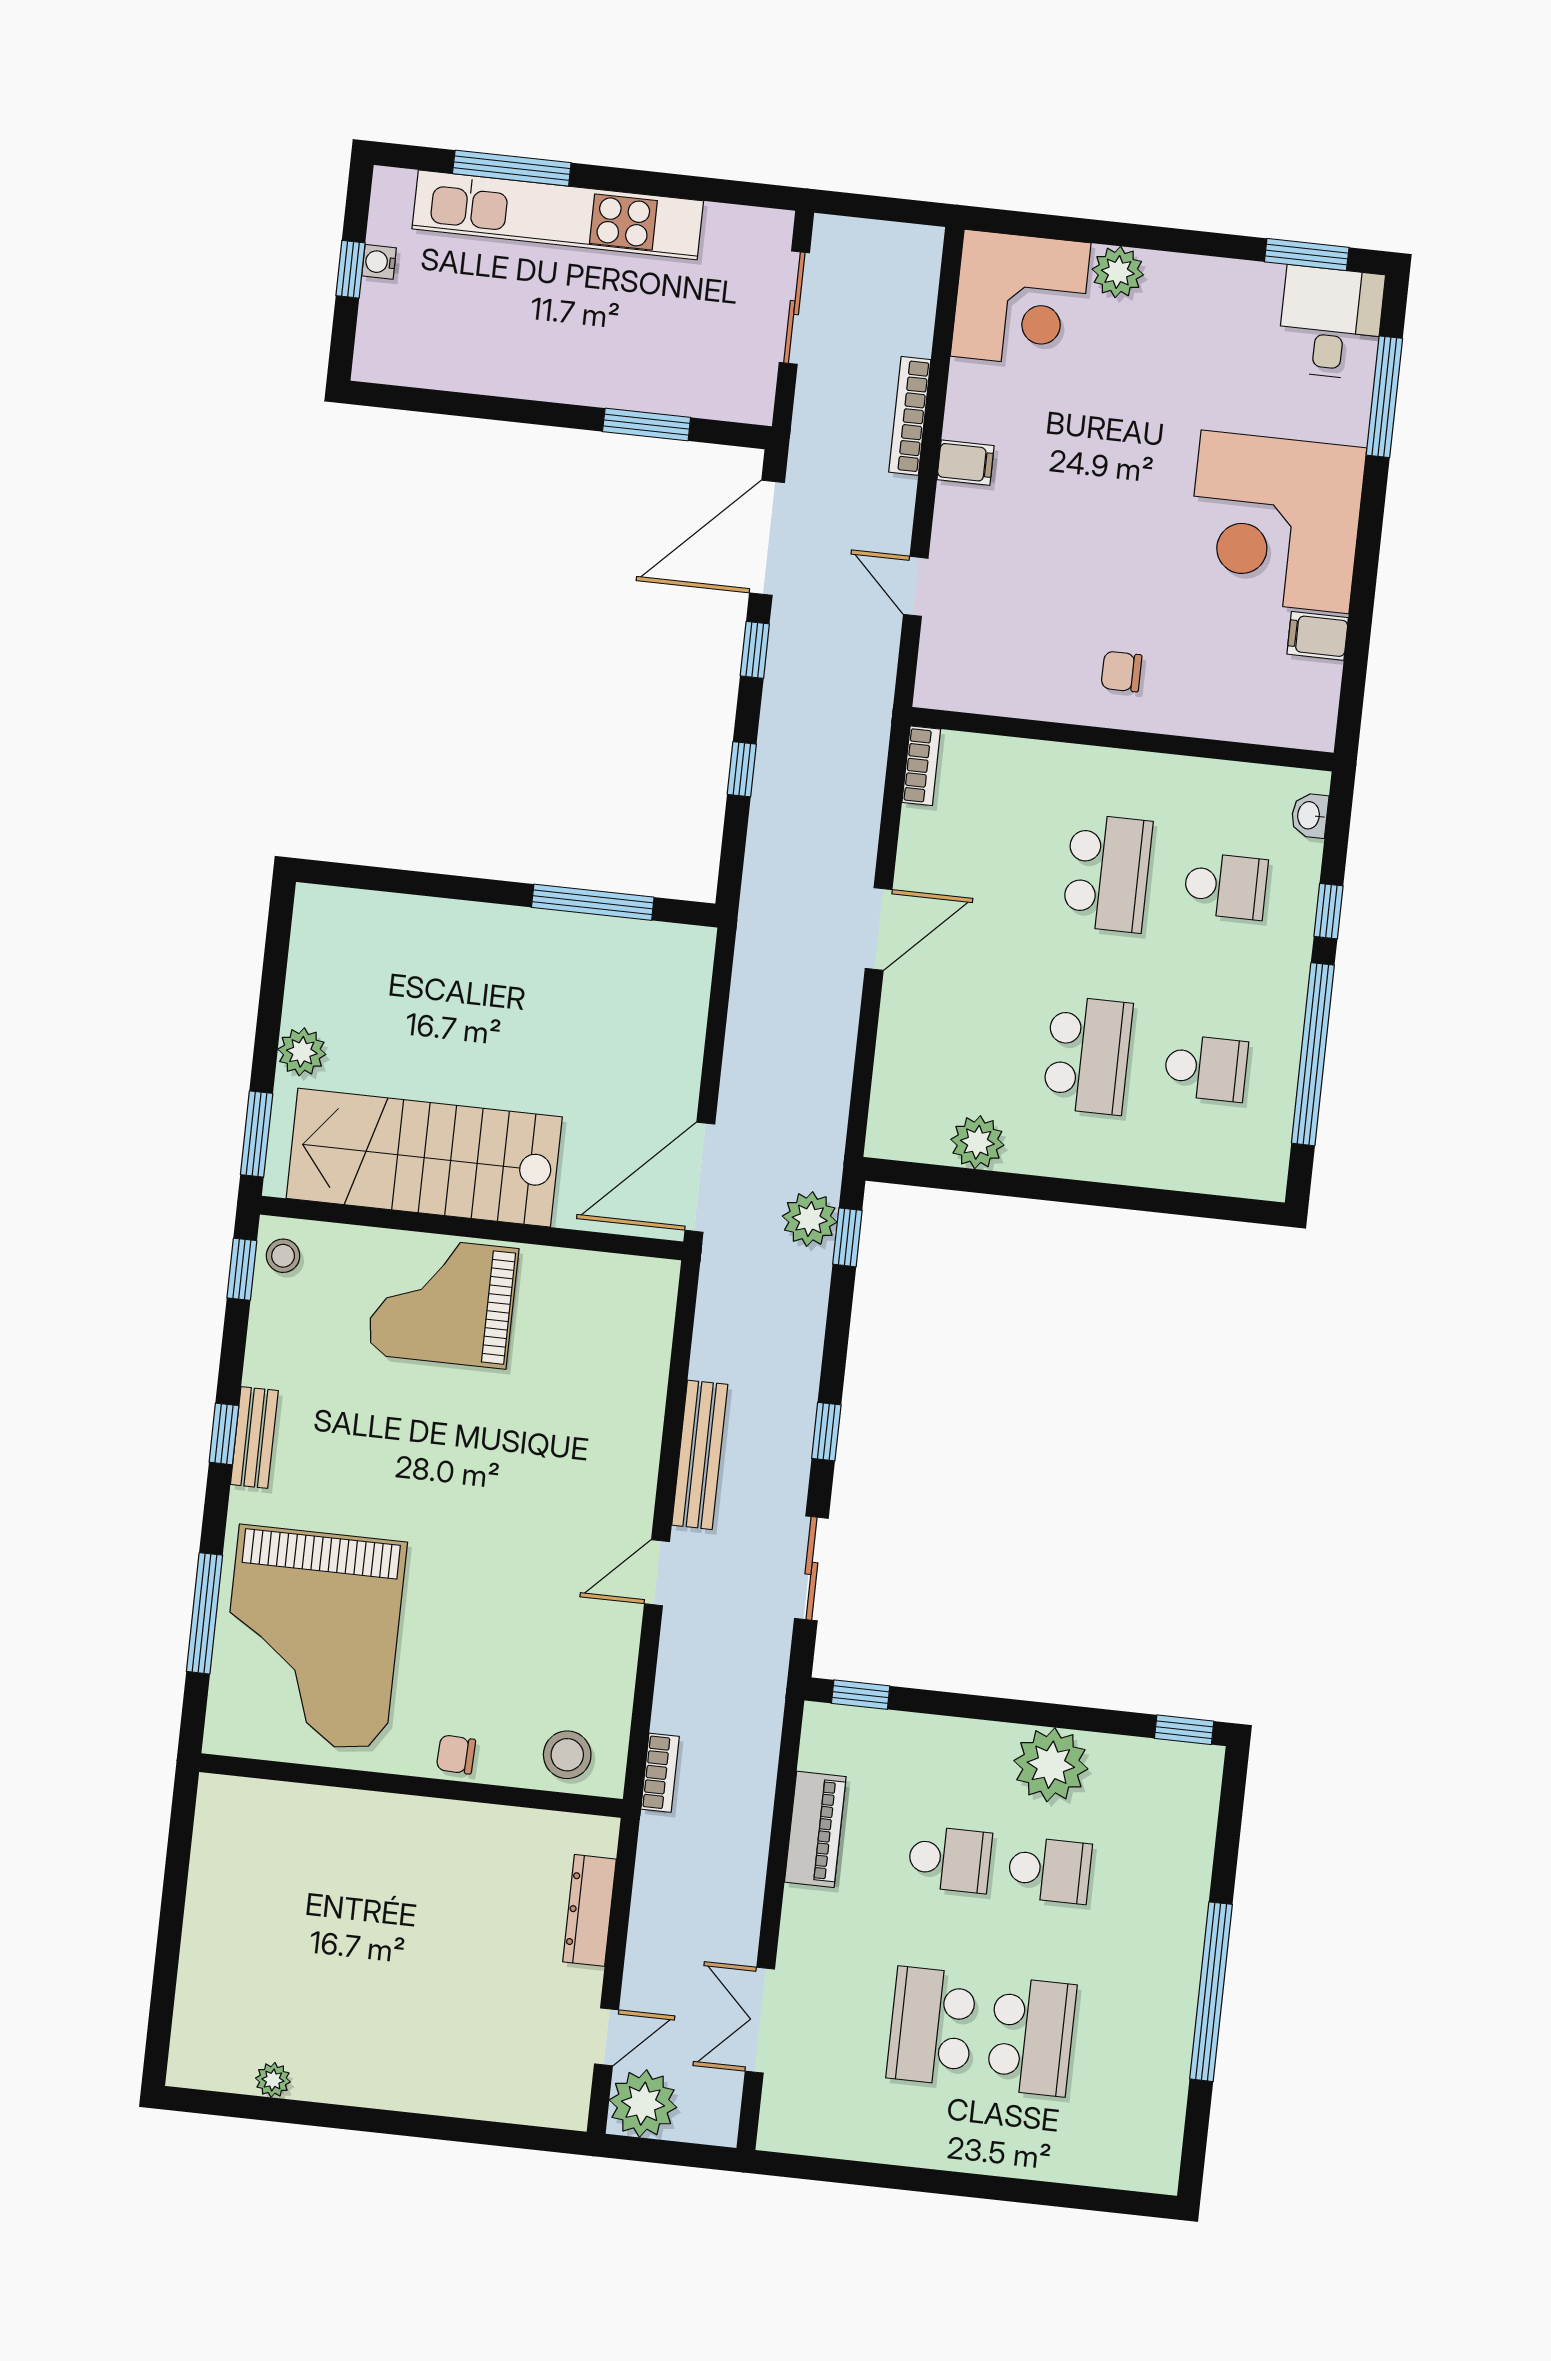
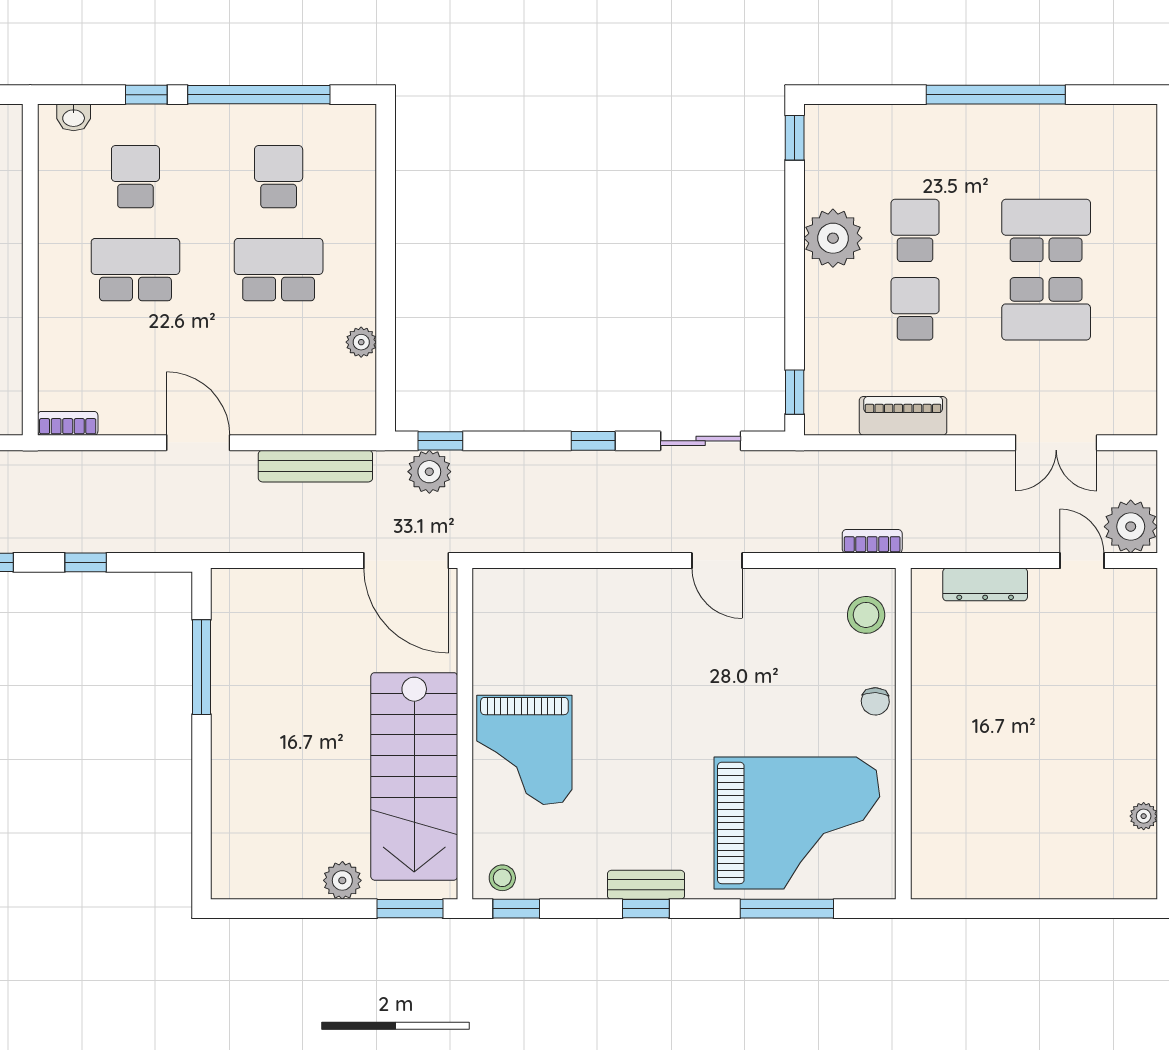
plant: (977, 1142) -> (361, 342), width x0.73, depth x0.73
bench: (700, 1455) -> (315, 466), moved

